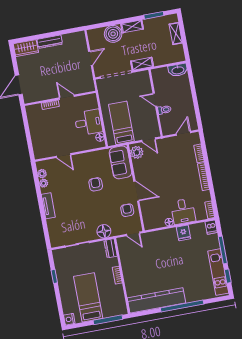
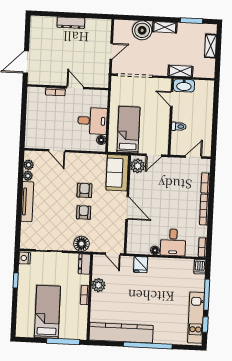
wardrobe: (26, 48) -> (43, 24), removed
shelving: (142, 64) -> (180, 71), moved
washbasin: (178, 70) -> (184, 86), moved
door: (155, 100) -> (172, 99), moved
door: (149, 140) -> (154, 155), hinge flipped
tv unit: (48, 206) -> (27, 202), width x1.41
armchair: (127, 210) -> (84, 212), moved
fridge: (184, 233) -> (141, 265), moved
plant: (127, 264) -> (98, 285), added
nightstand: (69, 319) -> (25, 258), moved

